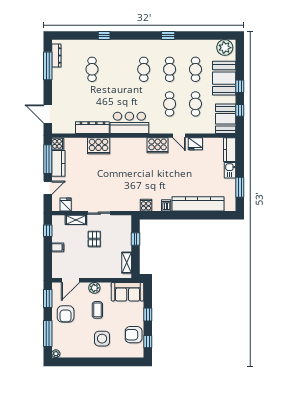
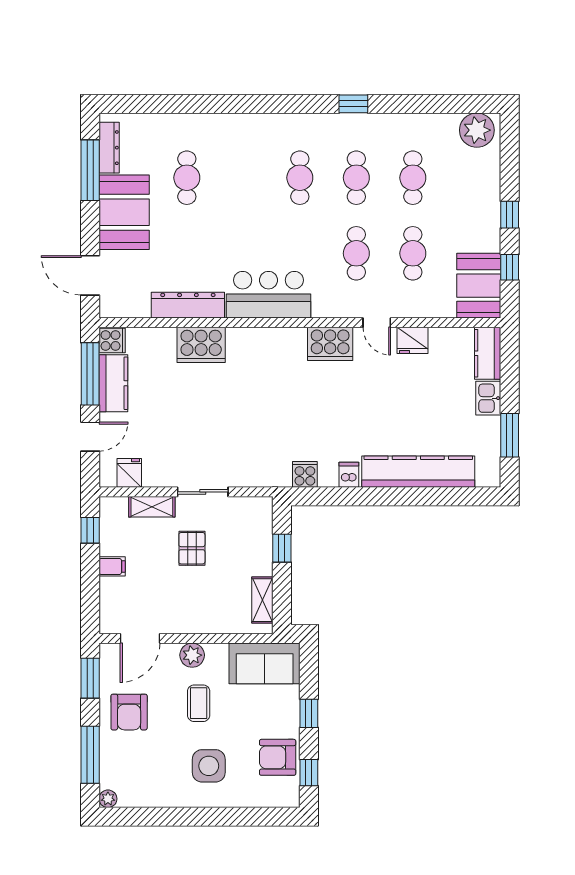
window: (104, 35) -> (213, 104), removed
booth: (224, 78) -> (124, 212), moved

